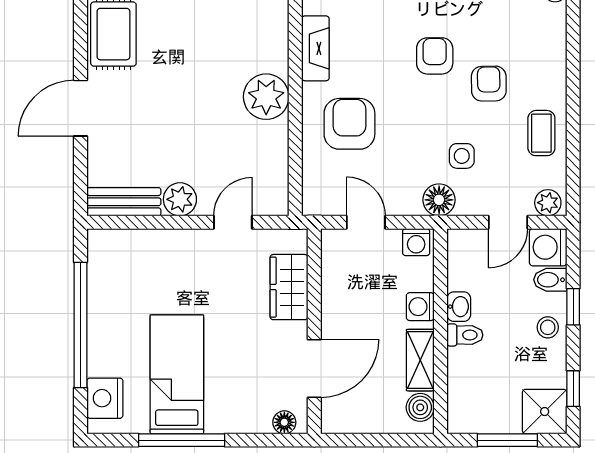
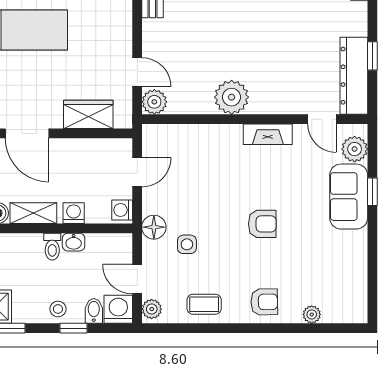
armchair: (489, 84) -> (264, 302), moved
armchair: (349, 124) -> (211, 160), removed
plant: (180, 199) -> (154, 102), moved

